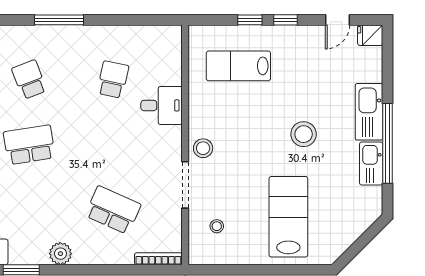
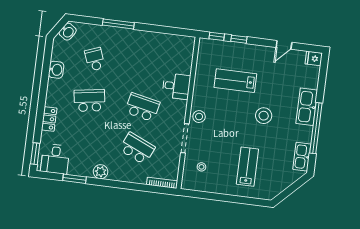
window: (285, 20) -> (217, 36), moved
door: (337, 20) -> (284, 45), moved
lab bench: (238, 66) -> (235, 81), moved
school desk: (113, 80) -> (142, 107), moved, width x1.85
kitchen sink: (371, 163) -> (302, 157), moved
lab bench: (288, 217) -> (247, 167), width x0.73, depth x0.72

